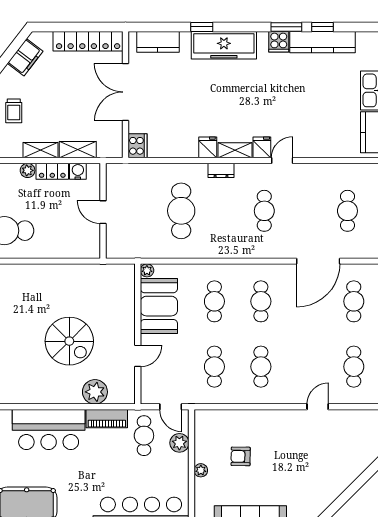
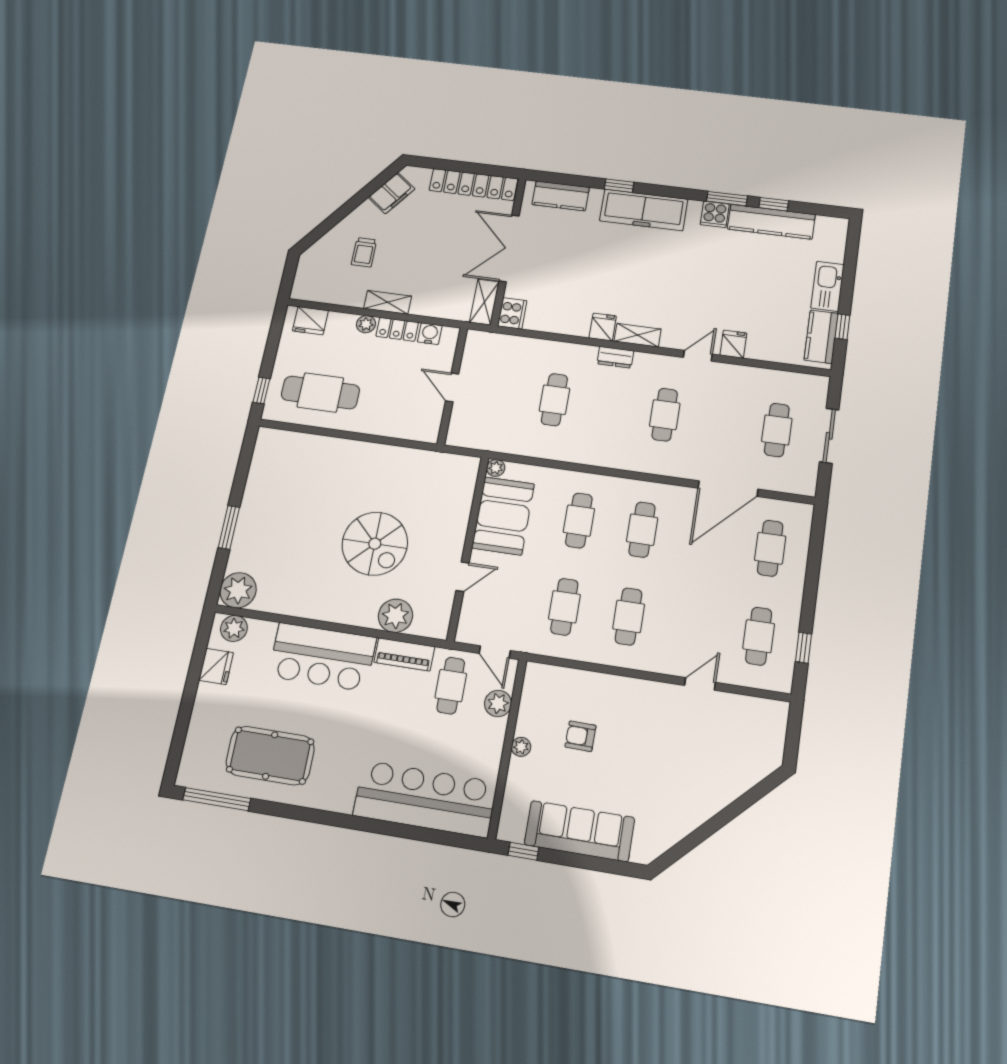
fridge: (262, 147) -> (733, 344), moved
shelving: (78, 150) -> (484, 302), moved, turned 90
cafe table: (181, 211) -> (554, 400), width x0.73, depth x0.74

